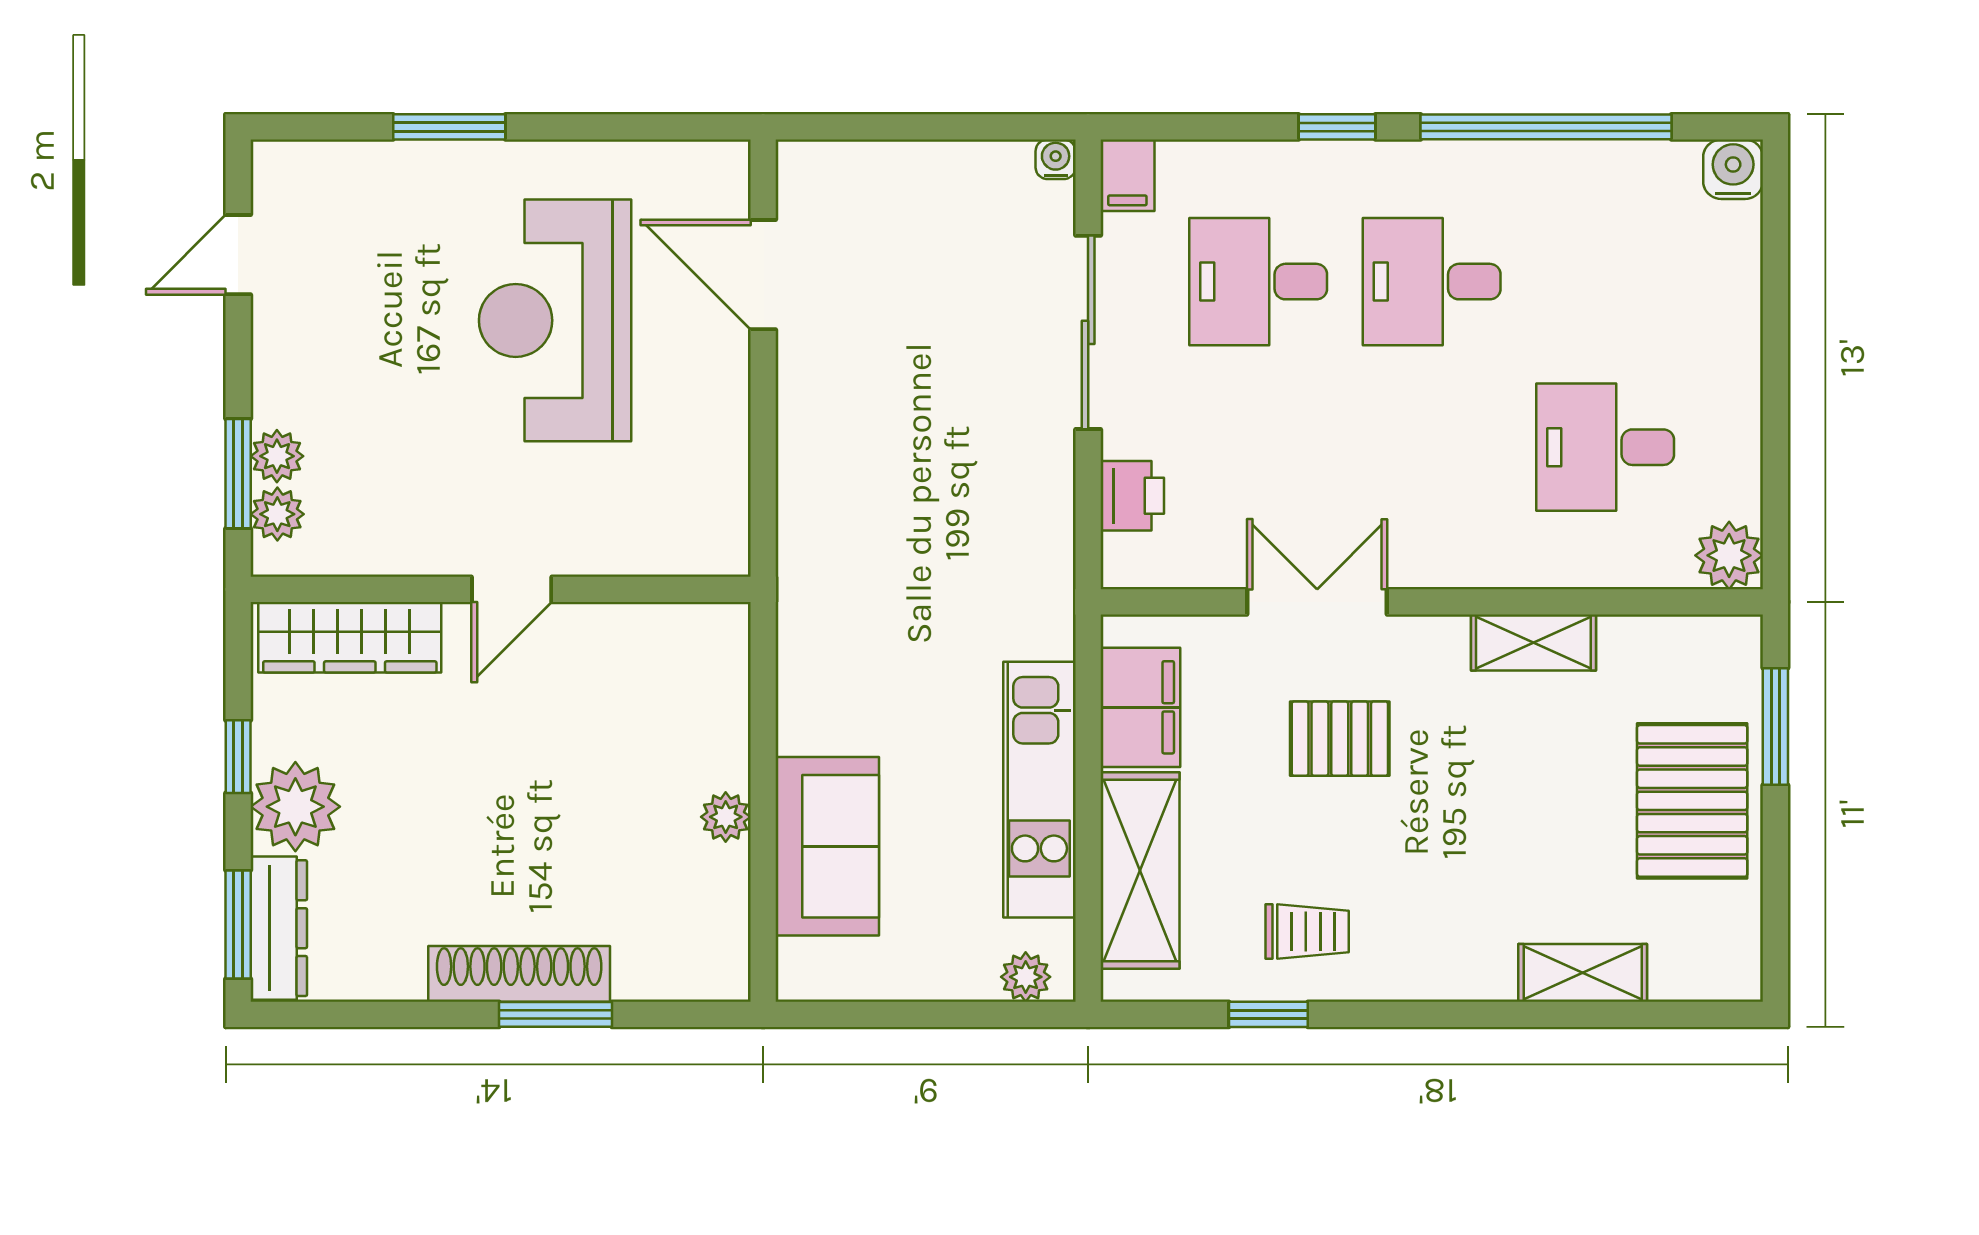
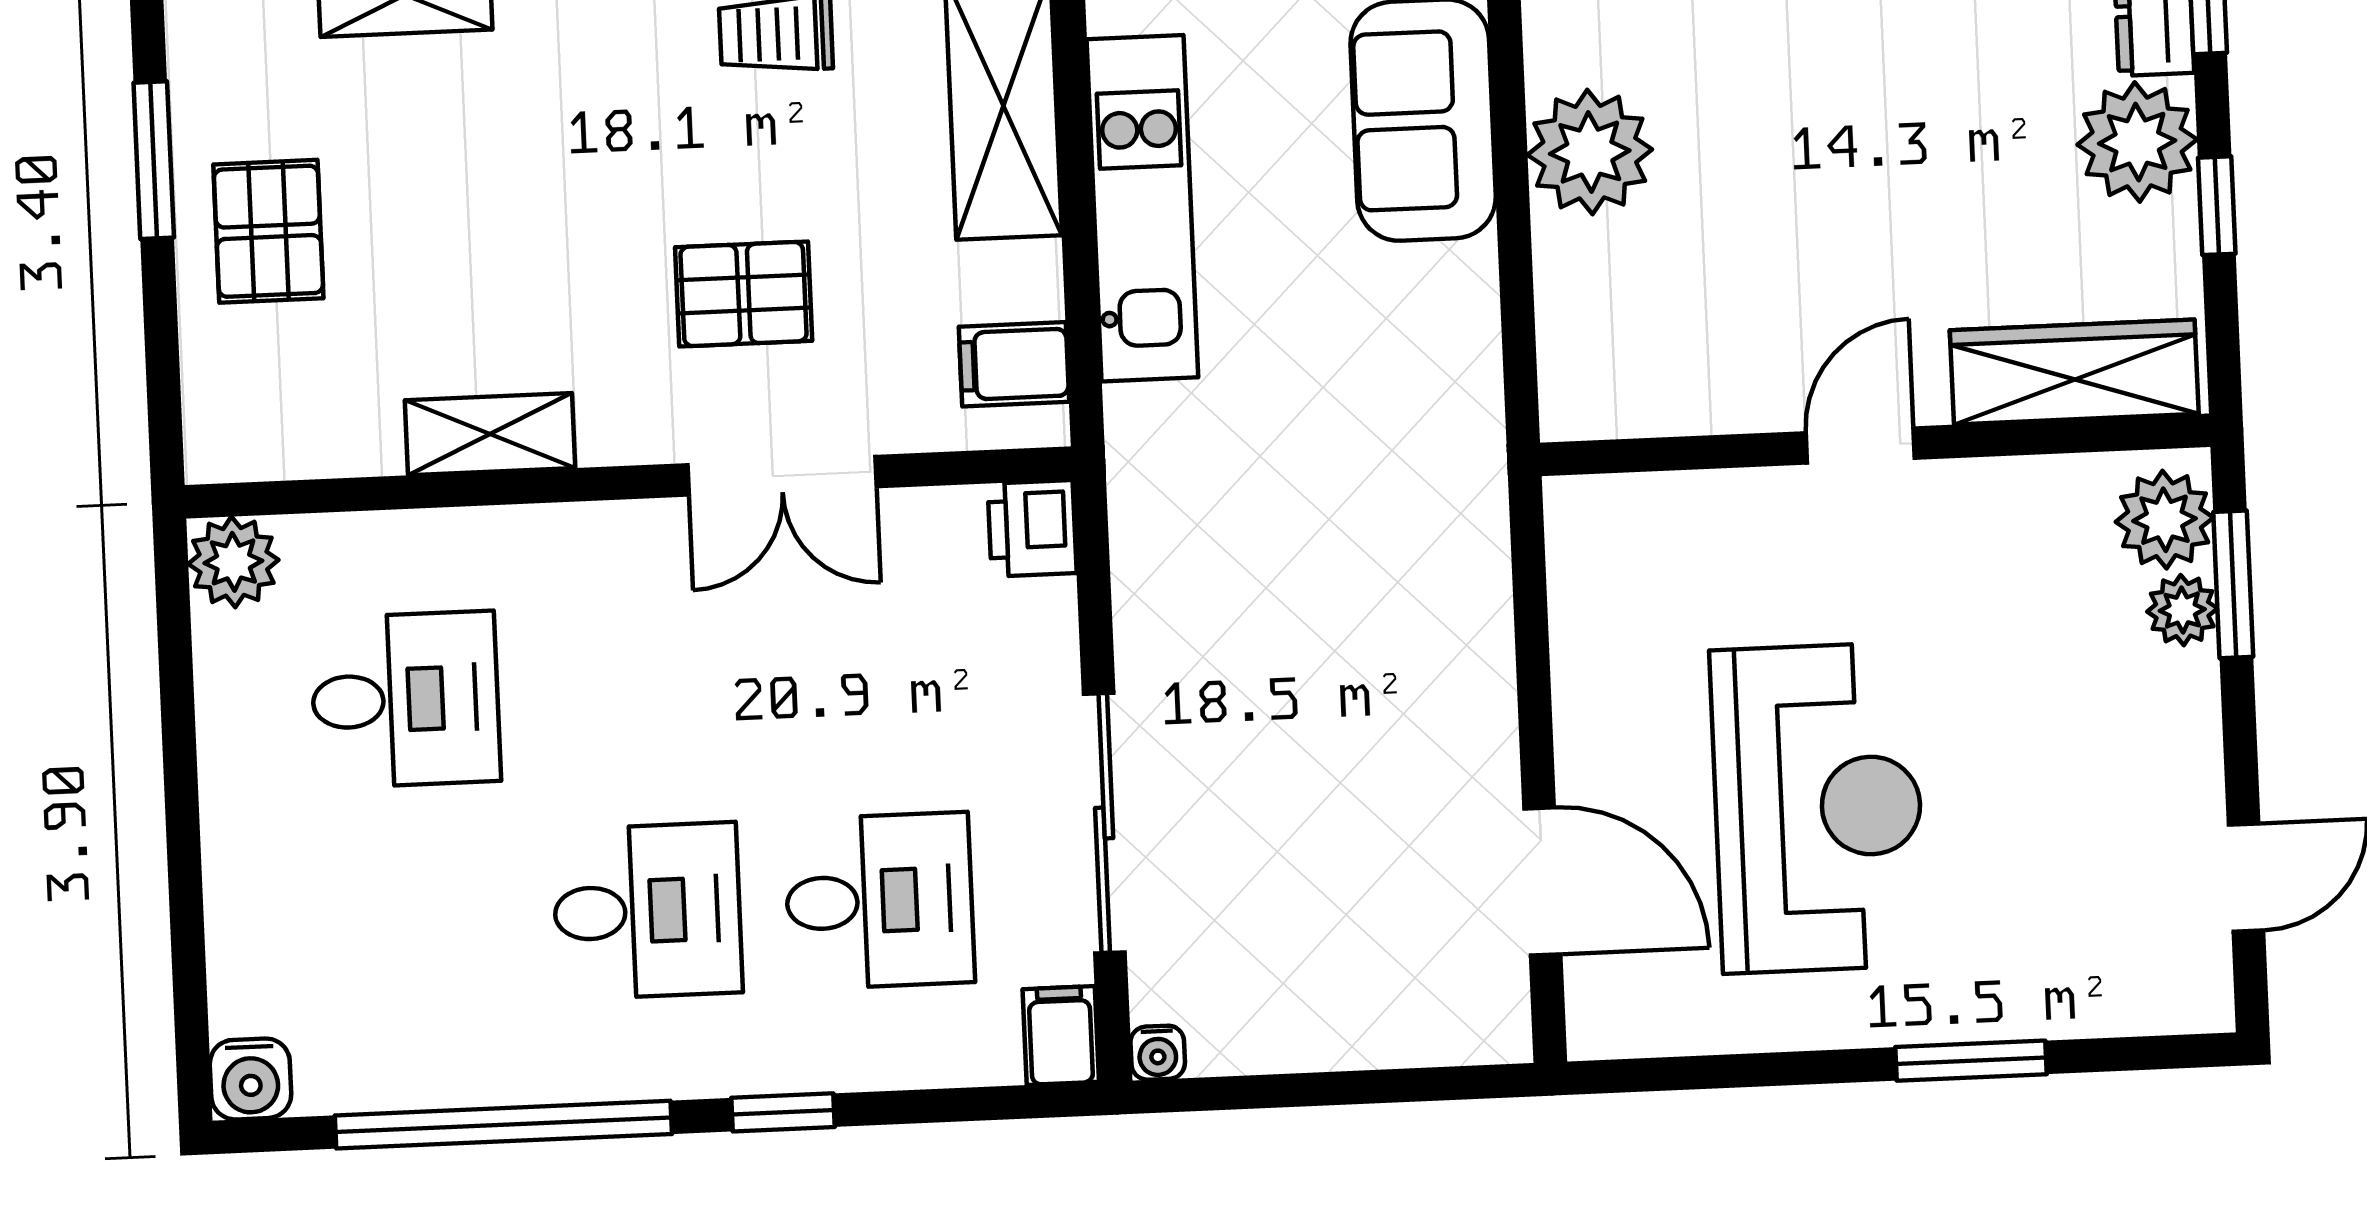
printer: (1132, 496) -> (1032, 528), moved
plant: (277, 514) -> (2165, 520), width x1.38, depth x1.38
filing cabinet: (1140, 707) -> (1014, 364), width x0.50
window: (1775, 726) -> (154, 160), moved
pallet: (1692, 801) -> (268, 231), width x0.67, depth x0.71
plant: (726, 817) -> (1590, 152), width x1.87, depth x1.87

